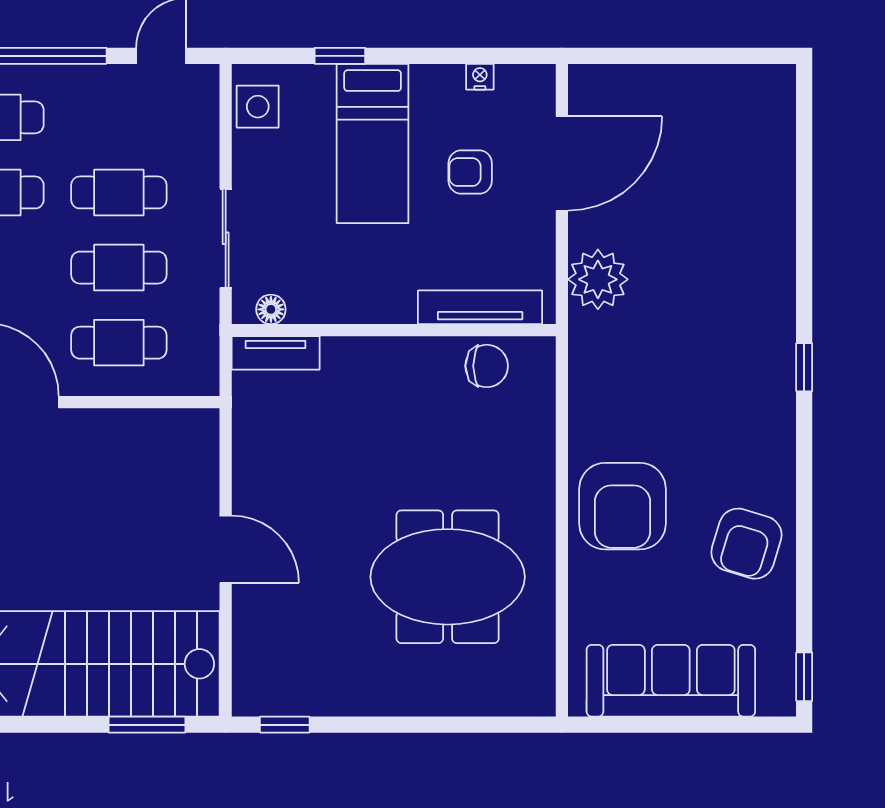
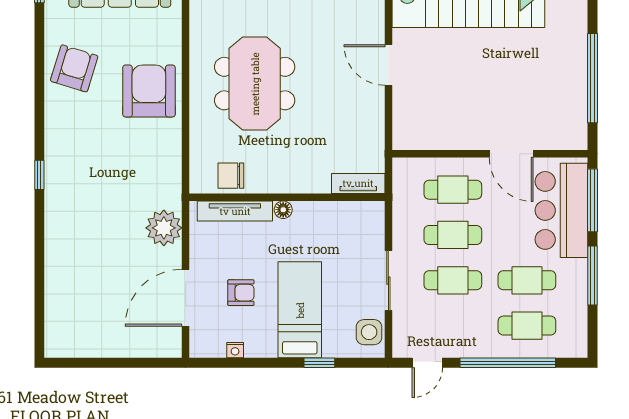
sliding door: (226, 238) -> (388, 281), moved
floor lamp: (271, 309) -> (283, 210), moved
meeting table: (448, 577) -> (255, 84), moved, turned 90

